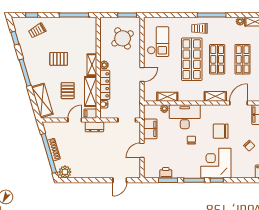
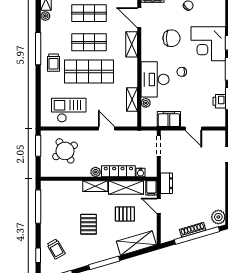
chair: (221, 131) -> (171, 38), turned -90

